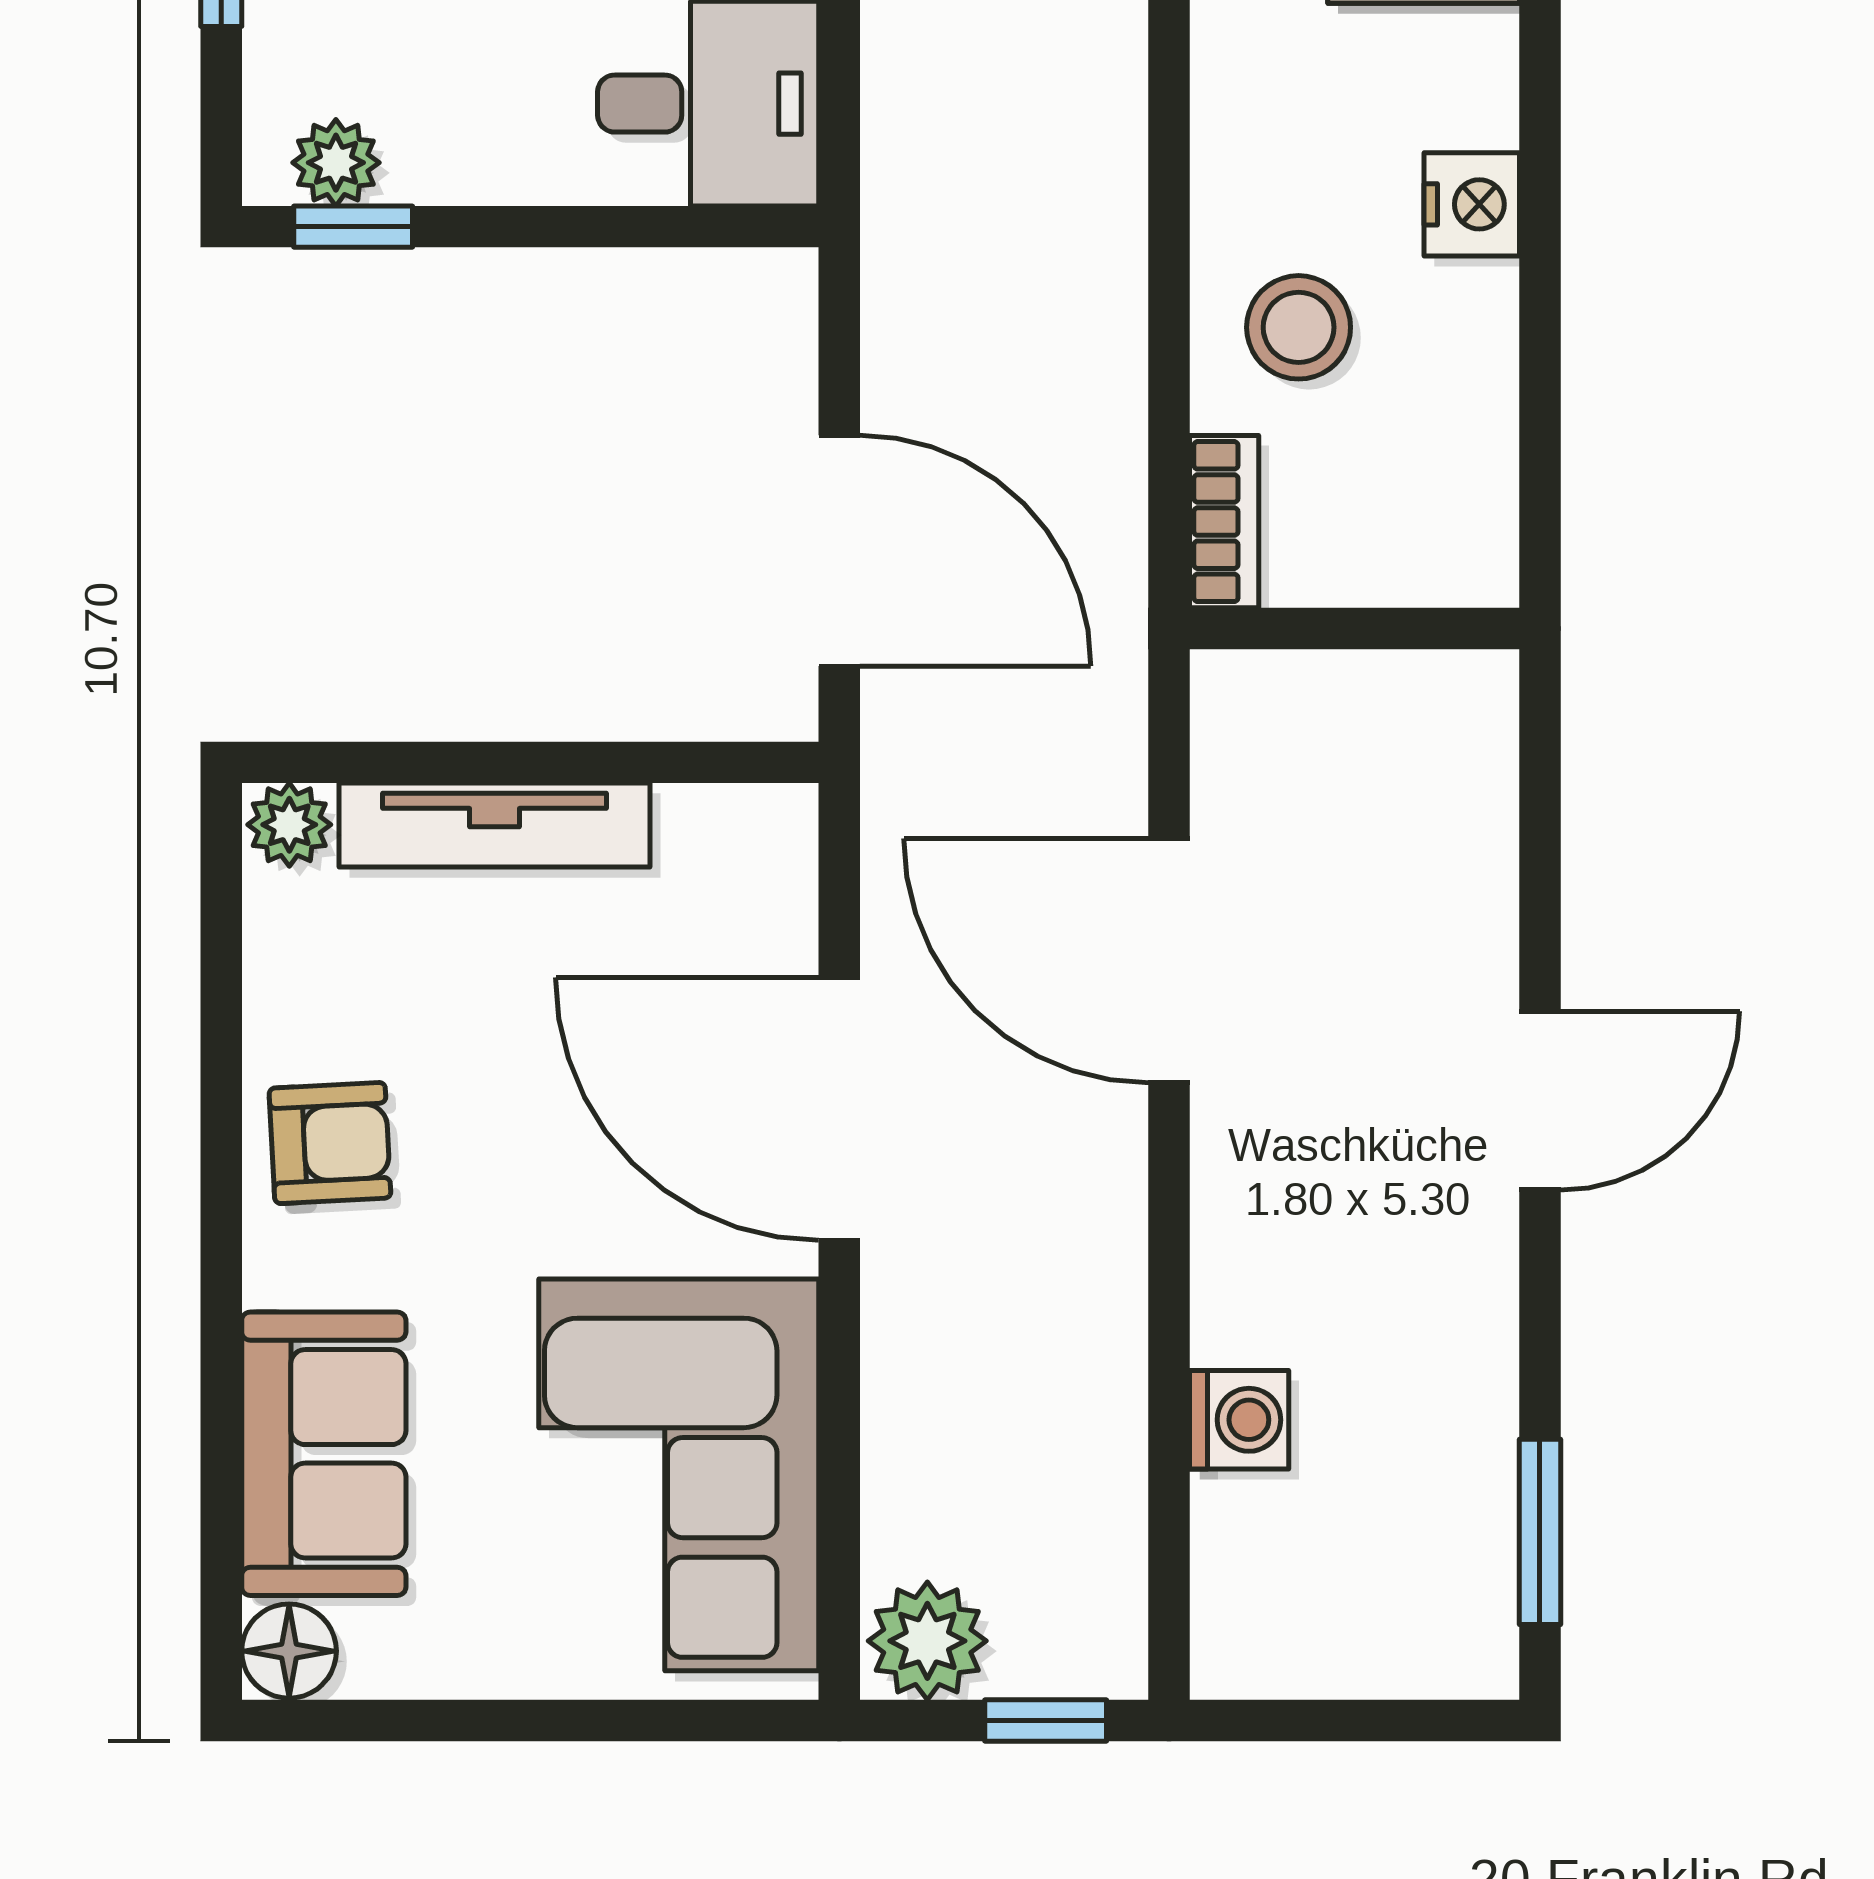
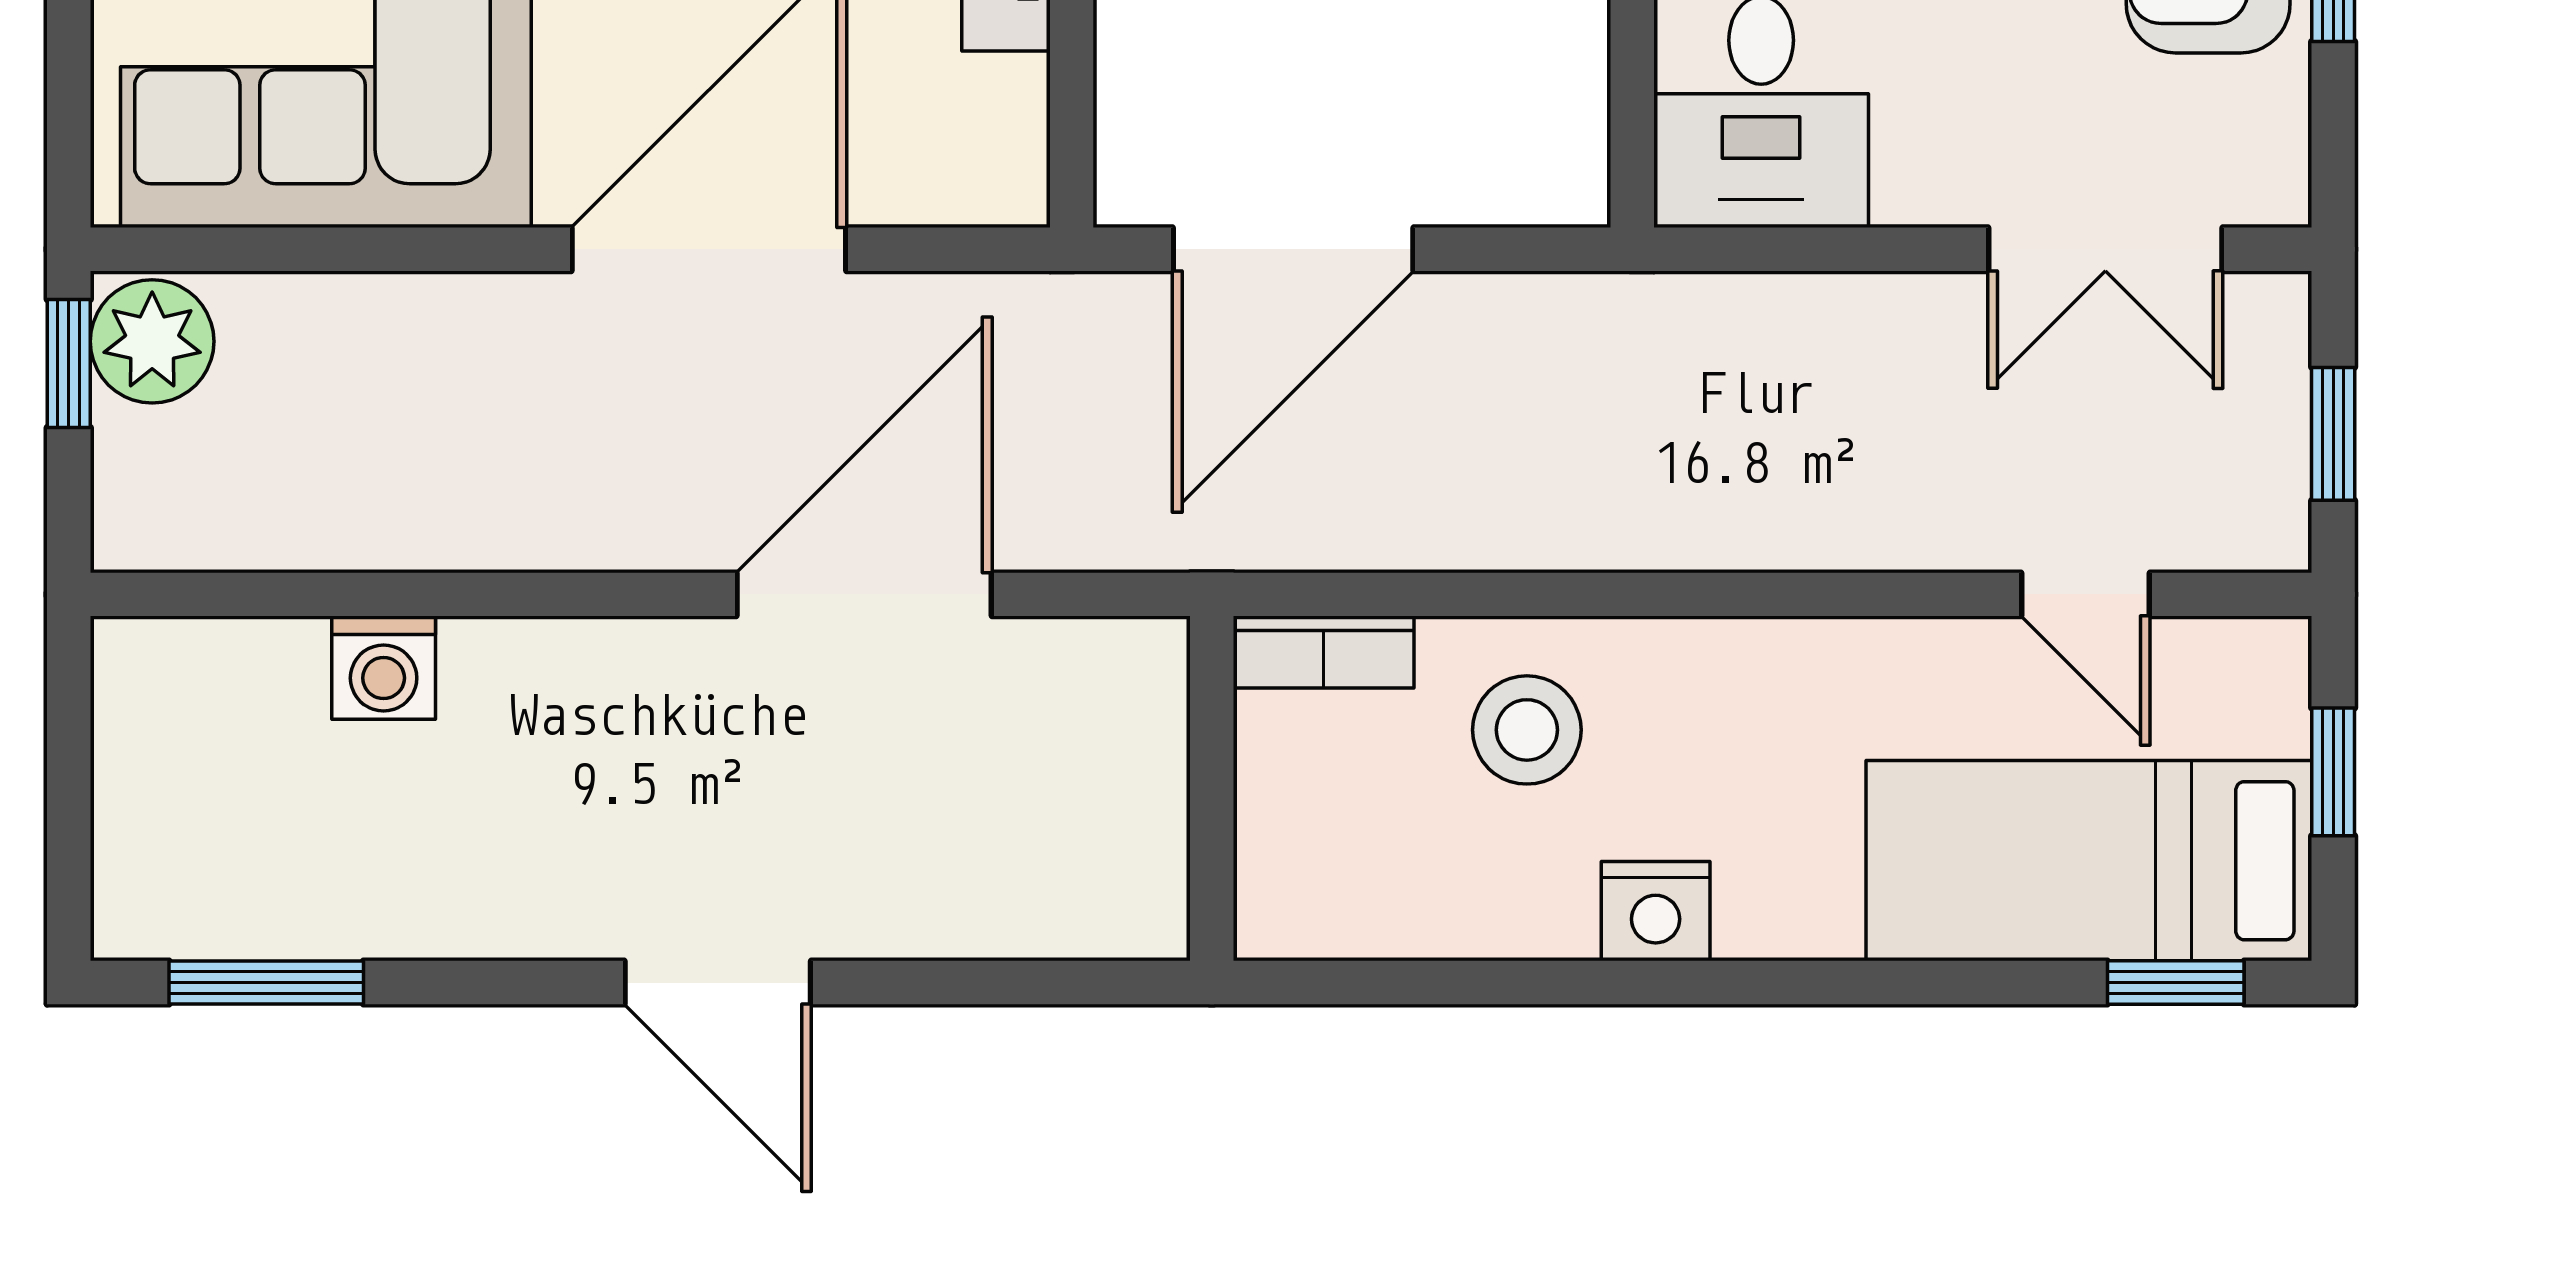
window: (1046, 1721) -> (69, 364), moved

